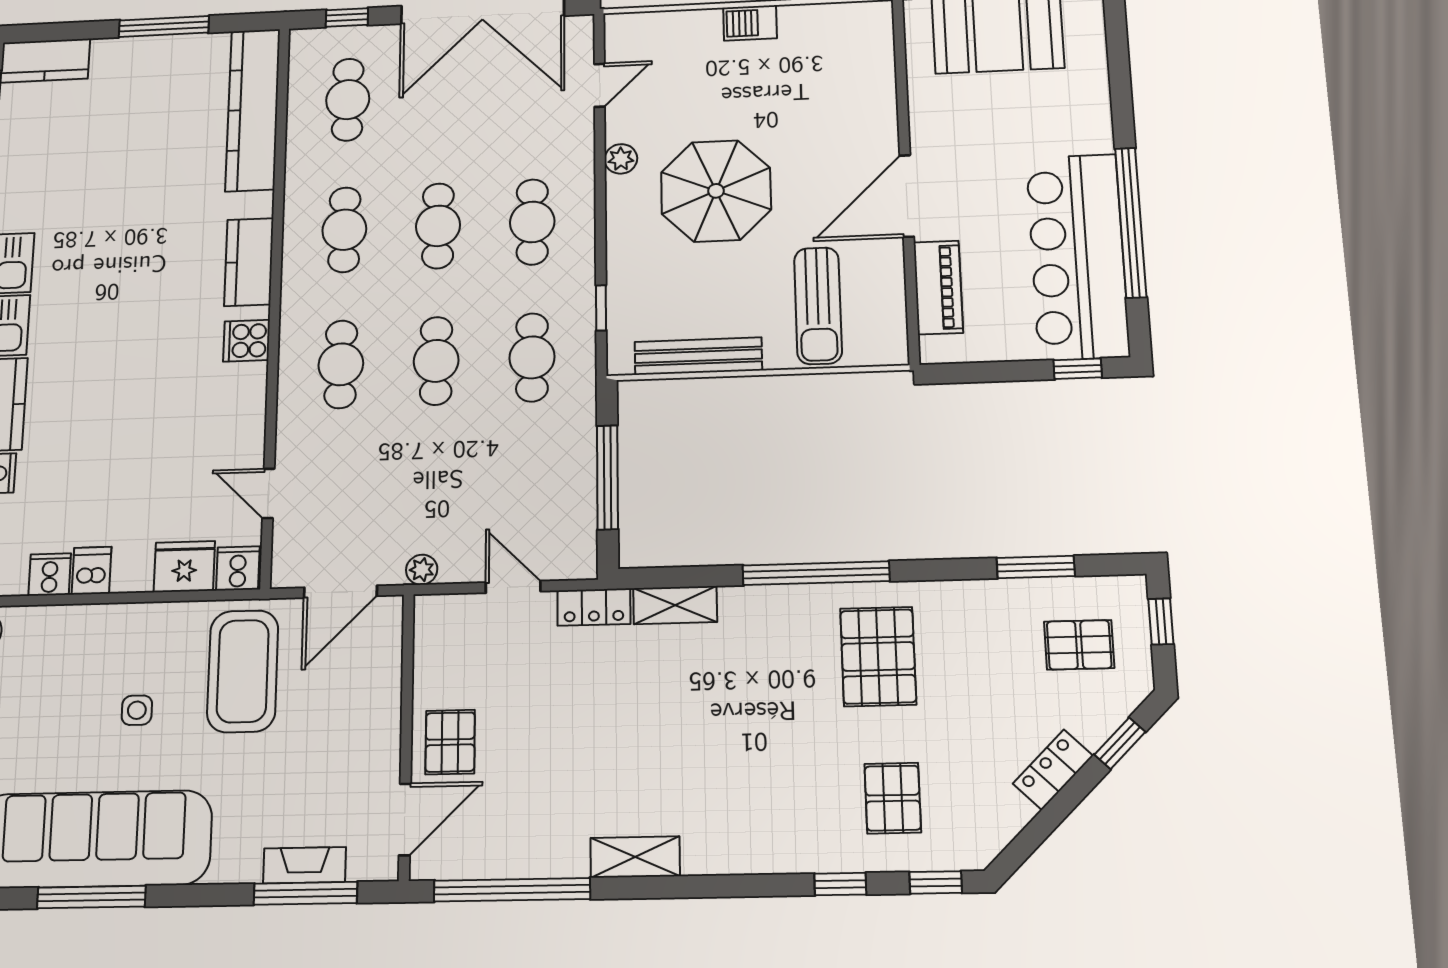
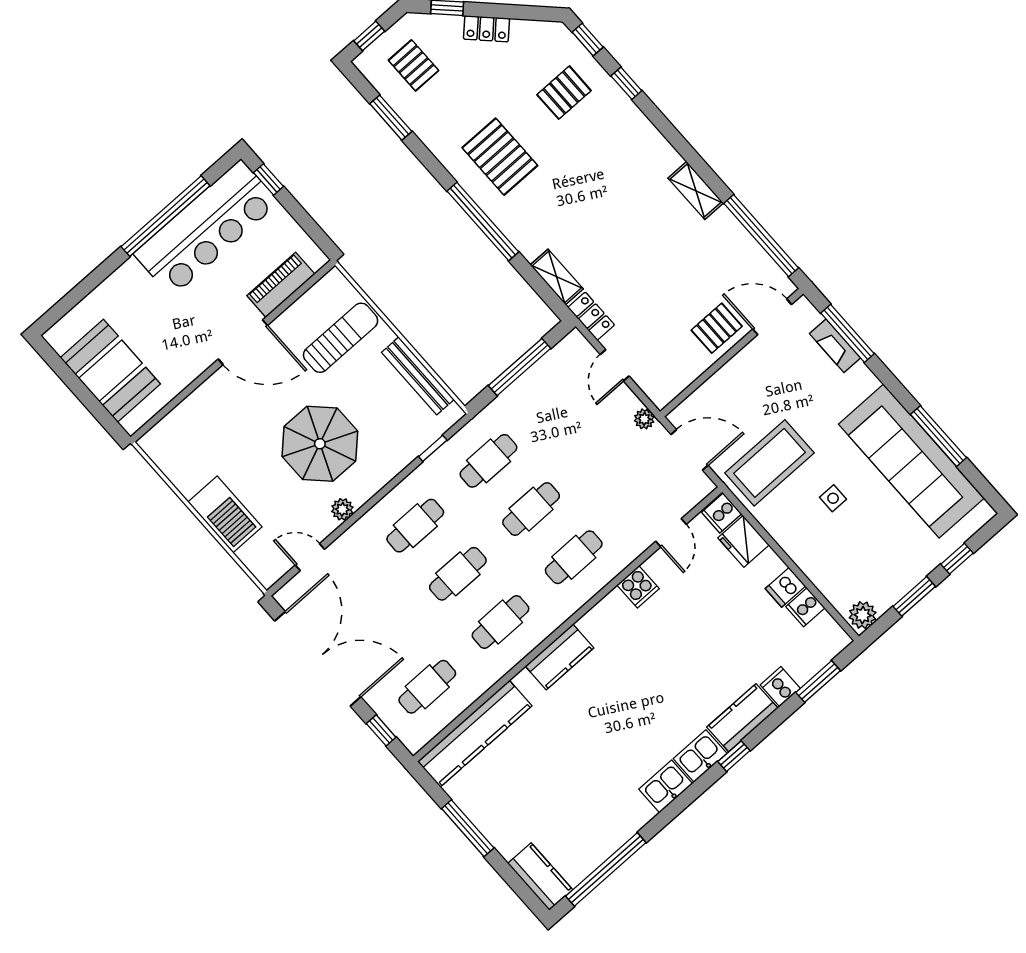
barbecue: (750, 23) -> (225, 514), width x1.88, depth x1.53
cooker: (247, 341) -> (638, 587), moved
pallet: (878, 656) -> (500, 157), turned 90

